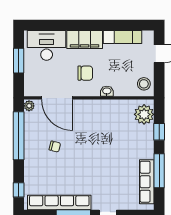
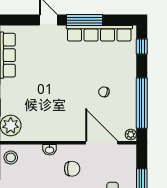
chair: (85, 73) -> (72, 169), turned 180

